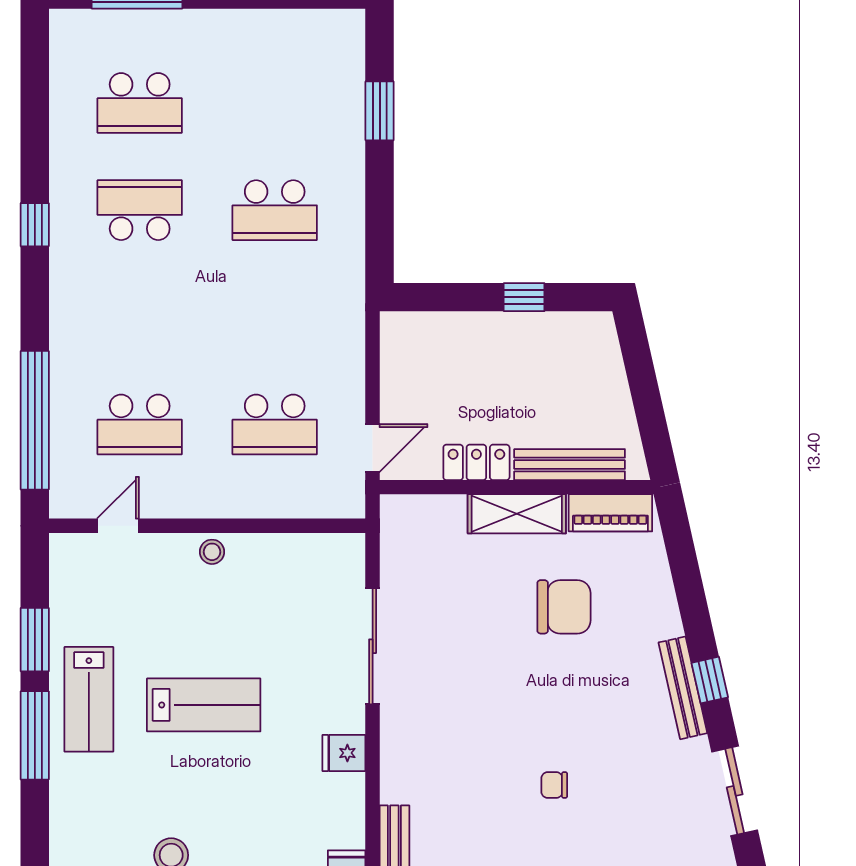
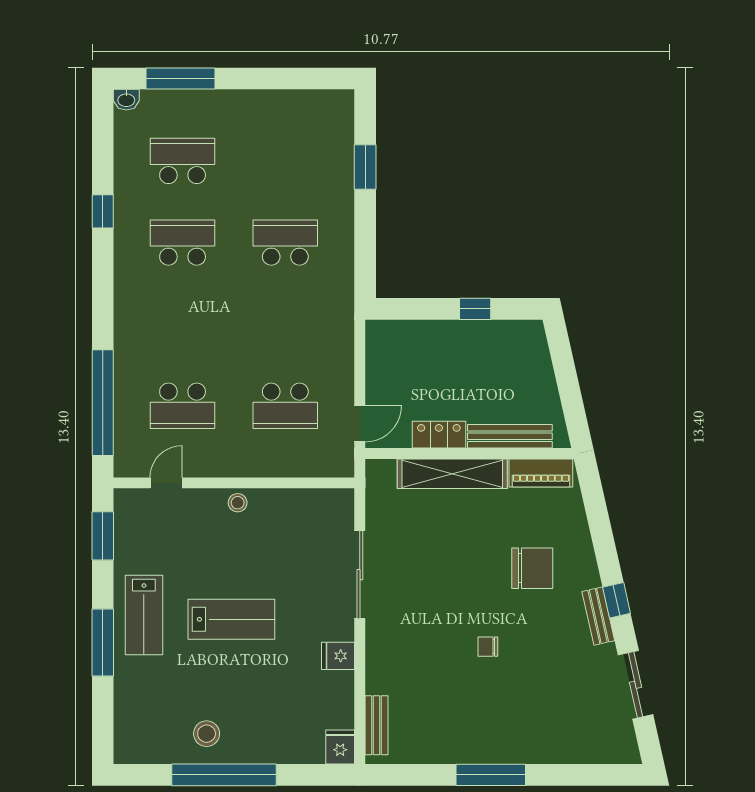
washbasin: (66, 22) -> (126, 100), added
school desk: (140, 103) -> (183, 161), turned 180
school desk: (275, 210) -> (285, 243), turned 180
window: (35, 225) -> (103, 211), moved
shelving: (517, 514) -> (452, 474), width x1.47
chair: (564, 607) -> (532, 568), moved
window: (35, 640) -> (103, 536), moved
bench: (683, 688) -> (598, 616), width x0.73
chair: (554, 785) -> (488, 647), moved

